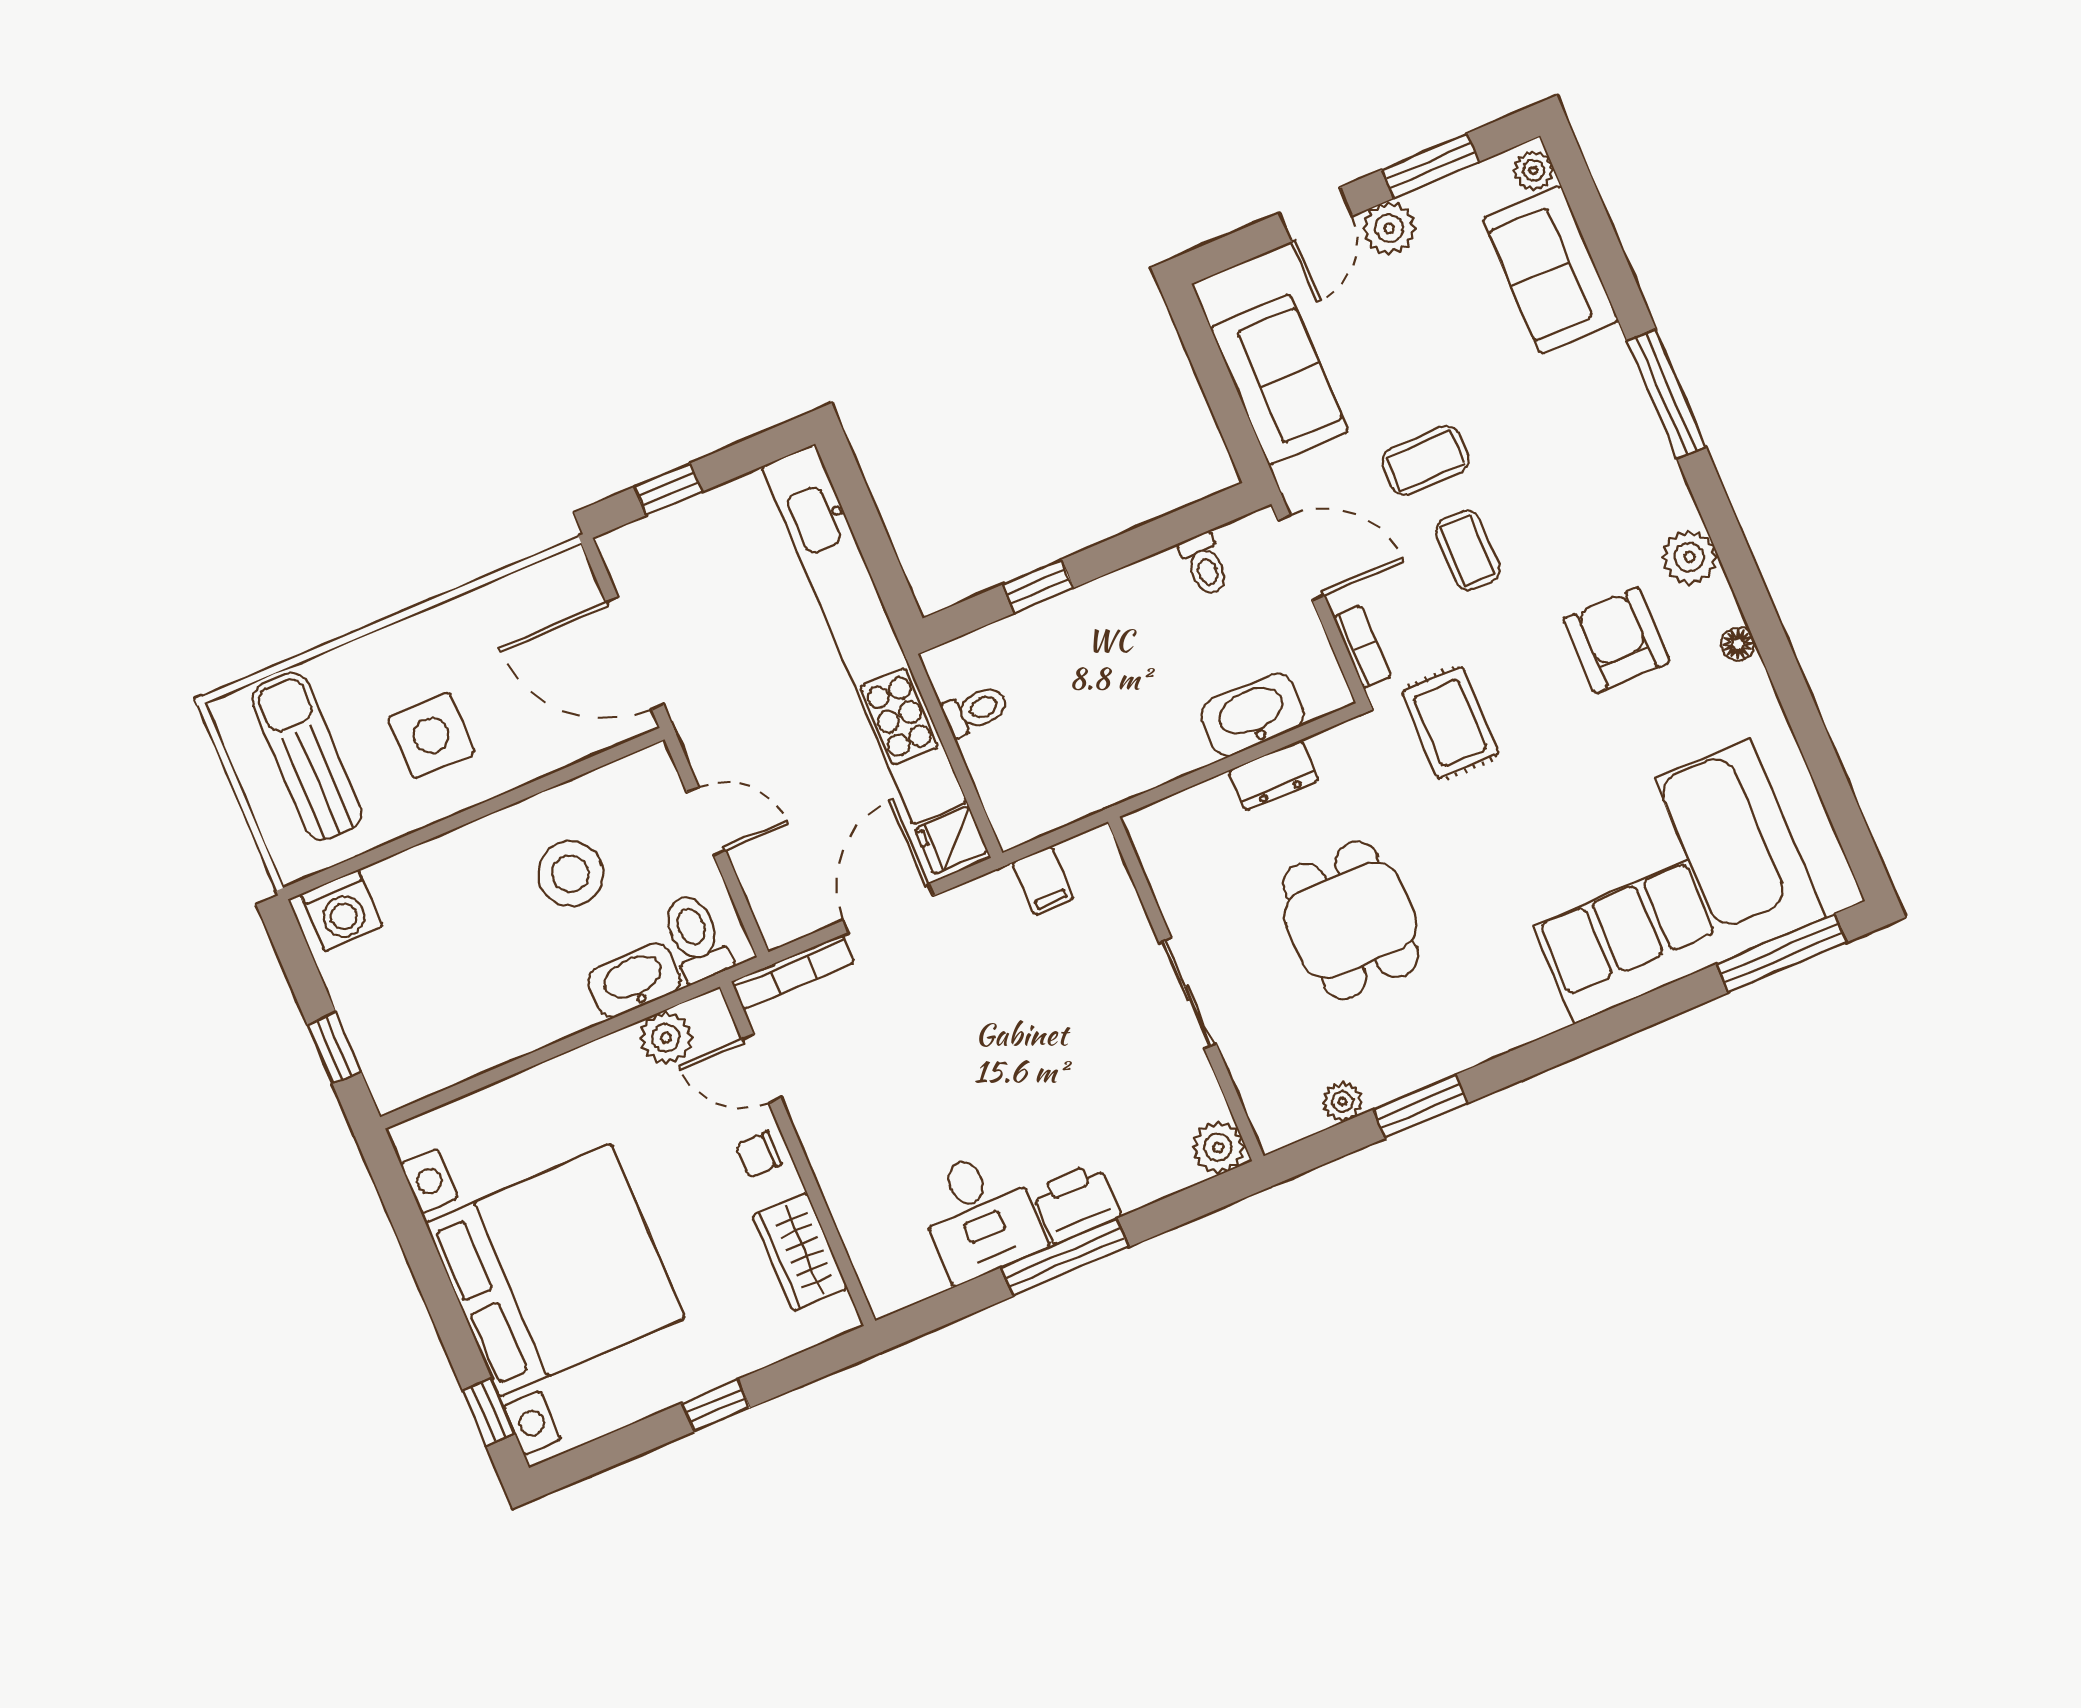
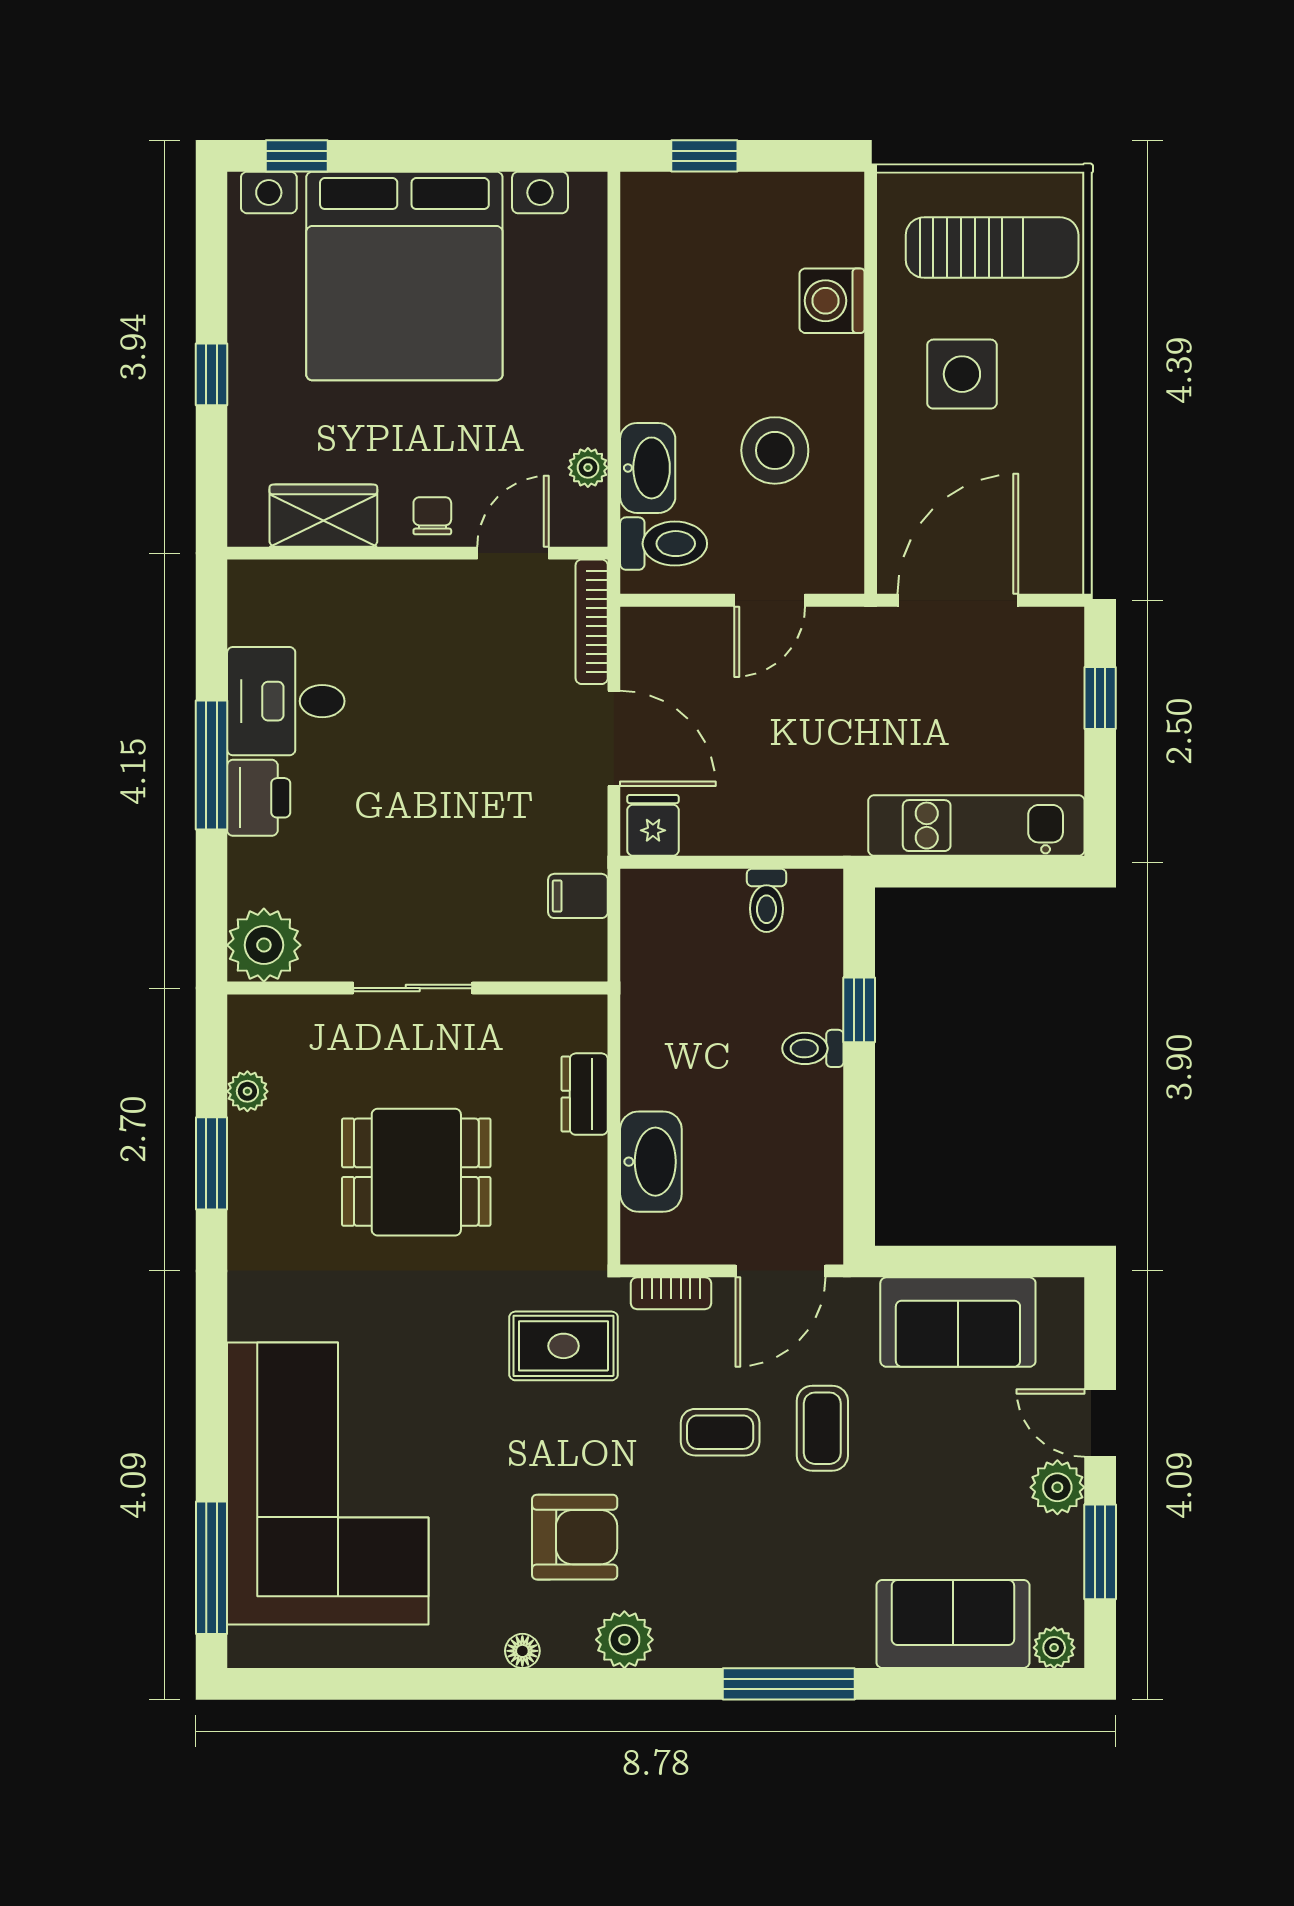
toilet: (1205, 564) -> (813, 1048), moved
kitchen unit: (864, 634) -> (976, 826), width x0.54
dresser: (1274, 775) -> (585, 1094), moved
washing machine: (341, 911) -> (832, 301), moved
plant: (666, 1038) -> (588, 468), width x0.73, depth x0.73
plant: (1218, 1147) -> (264, 945), width x1.36, depth x1.36

